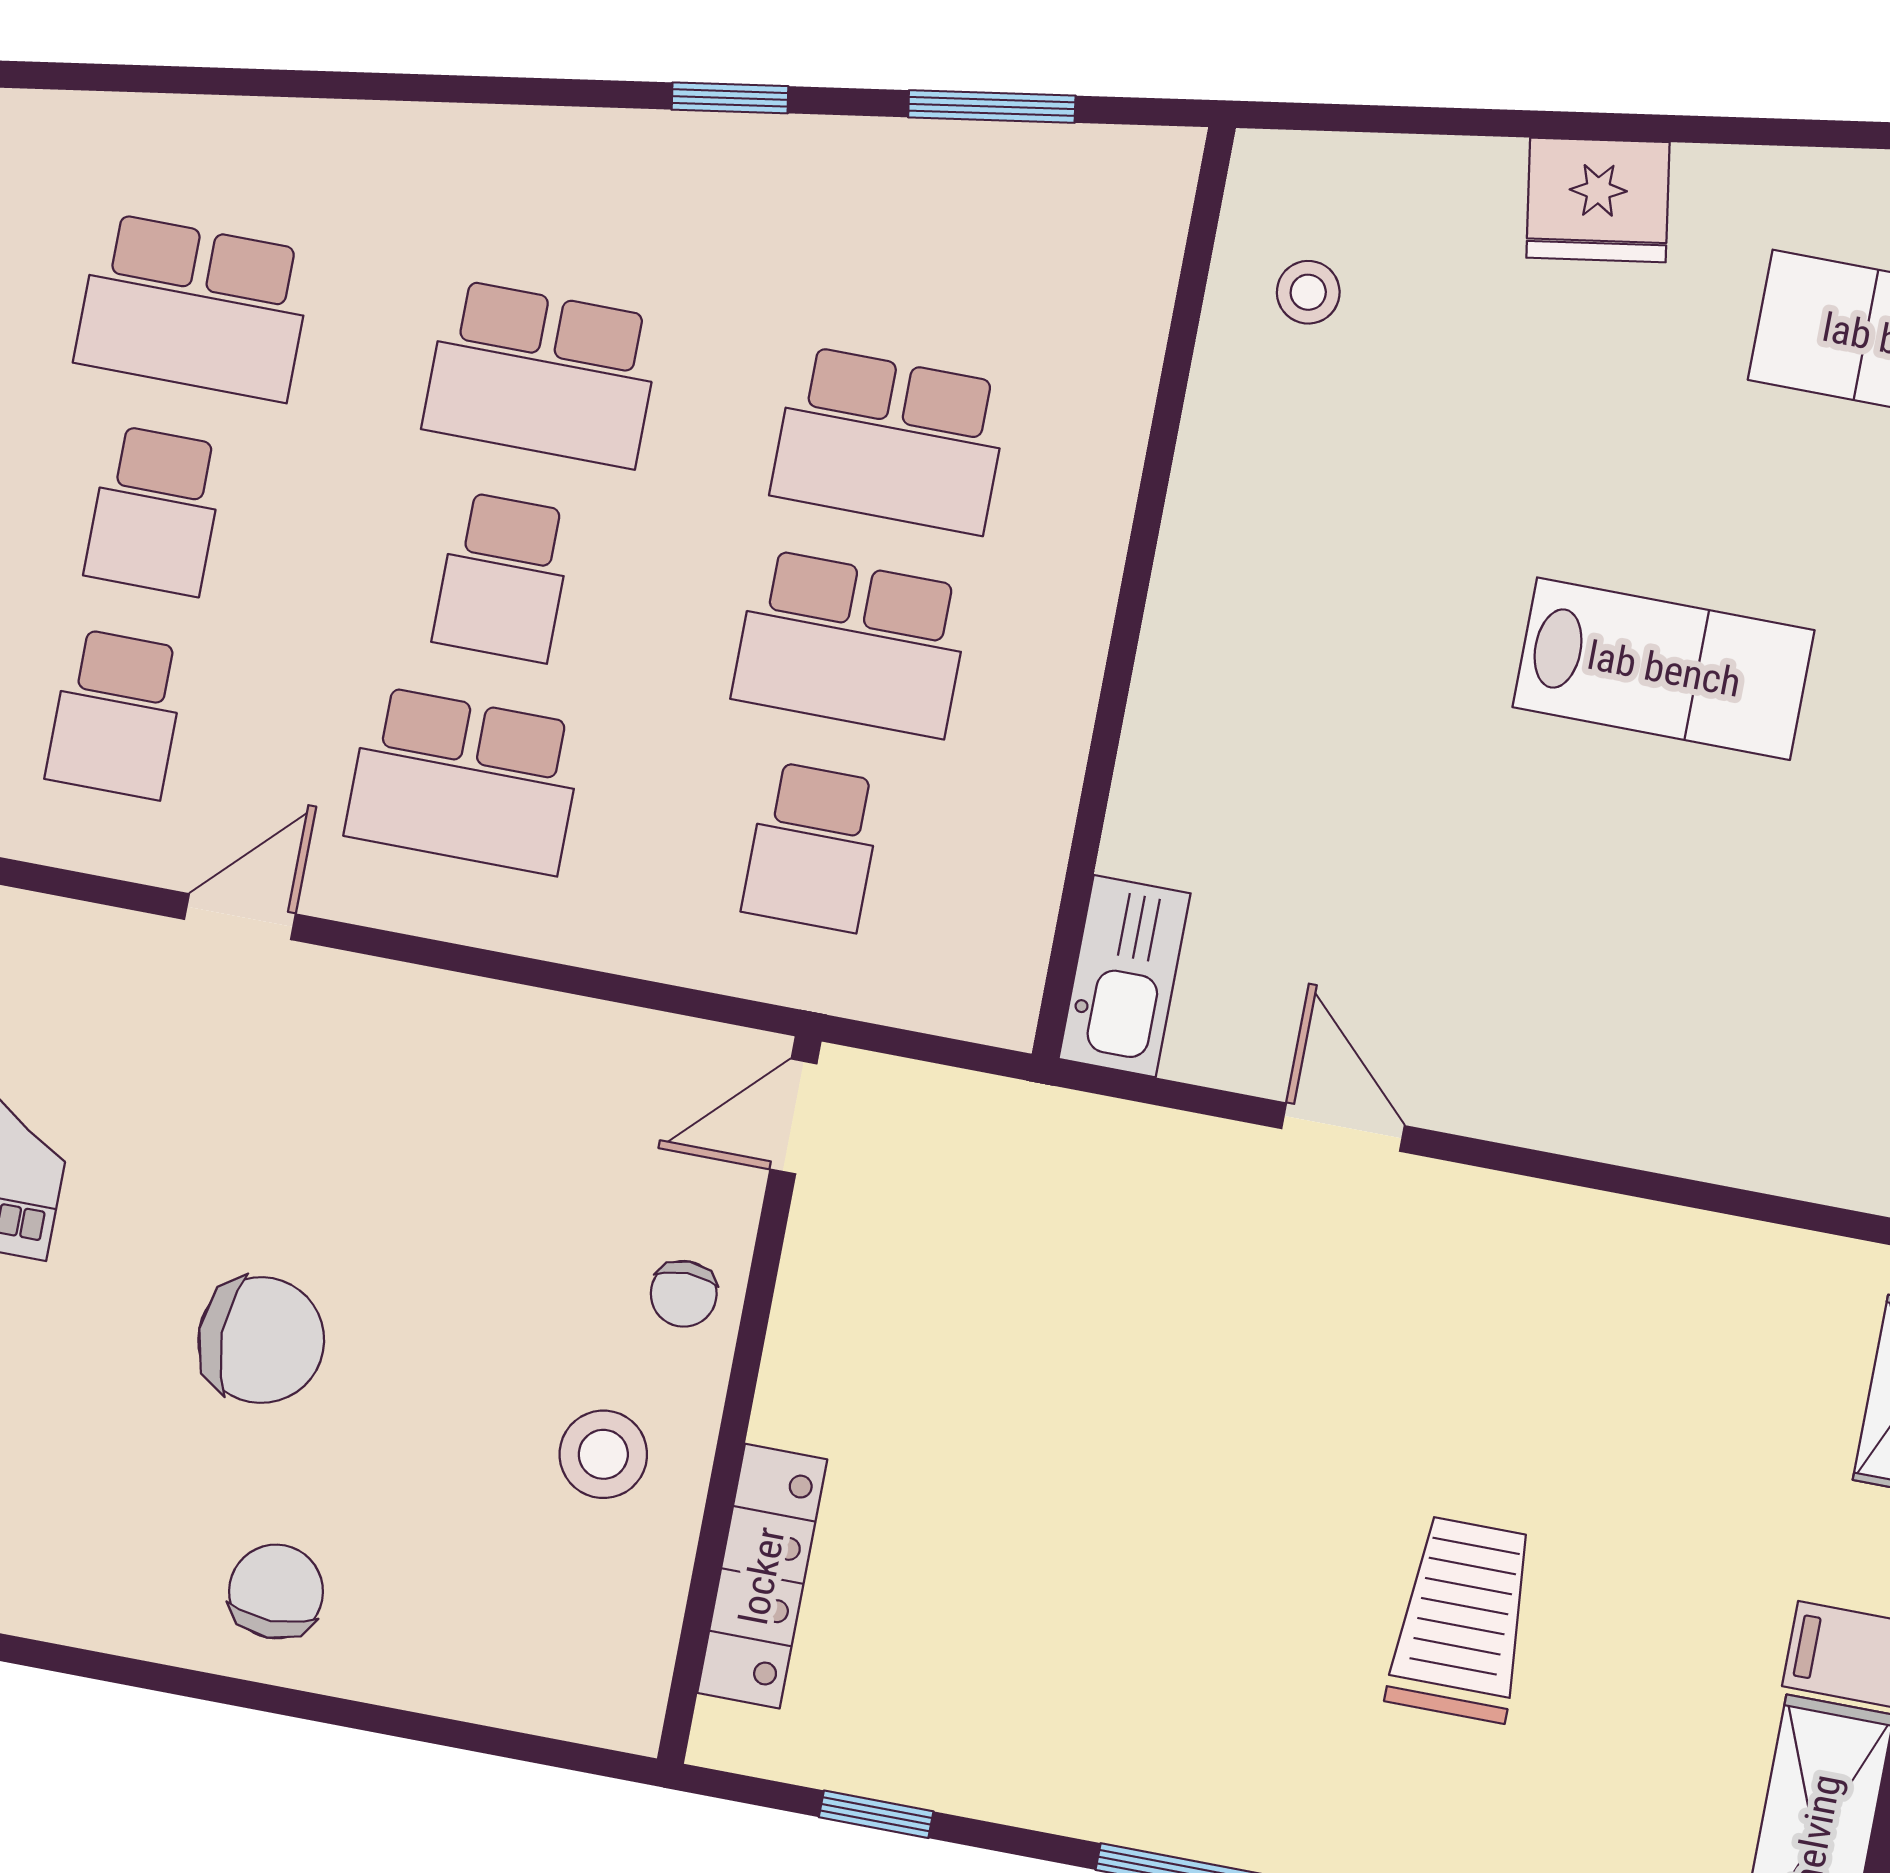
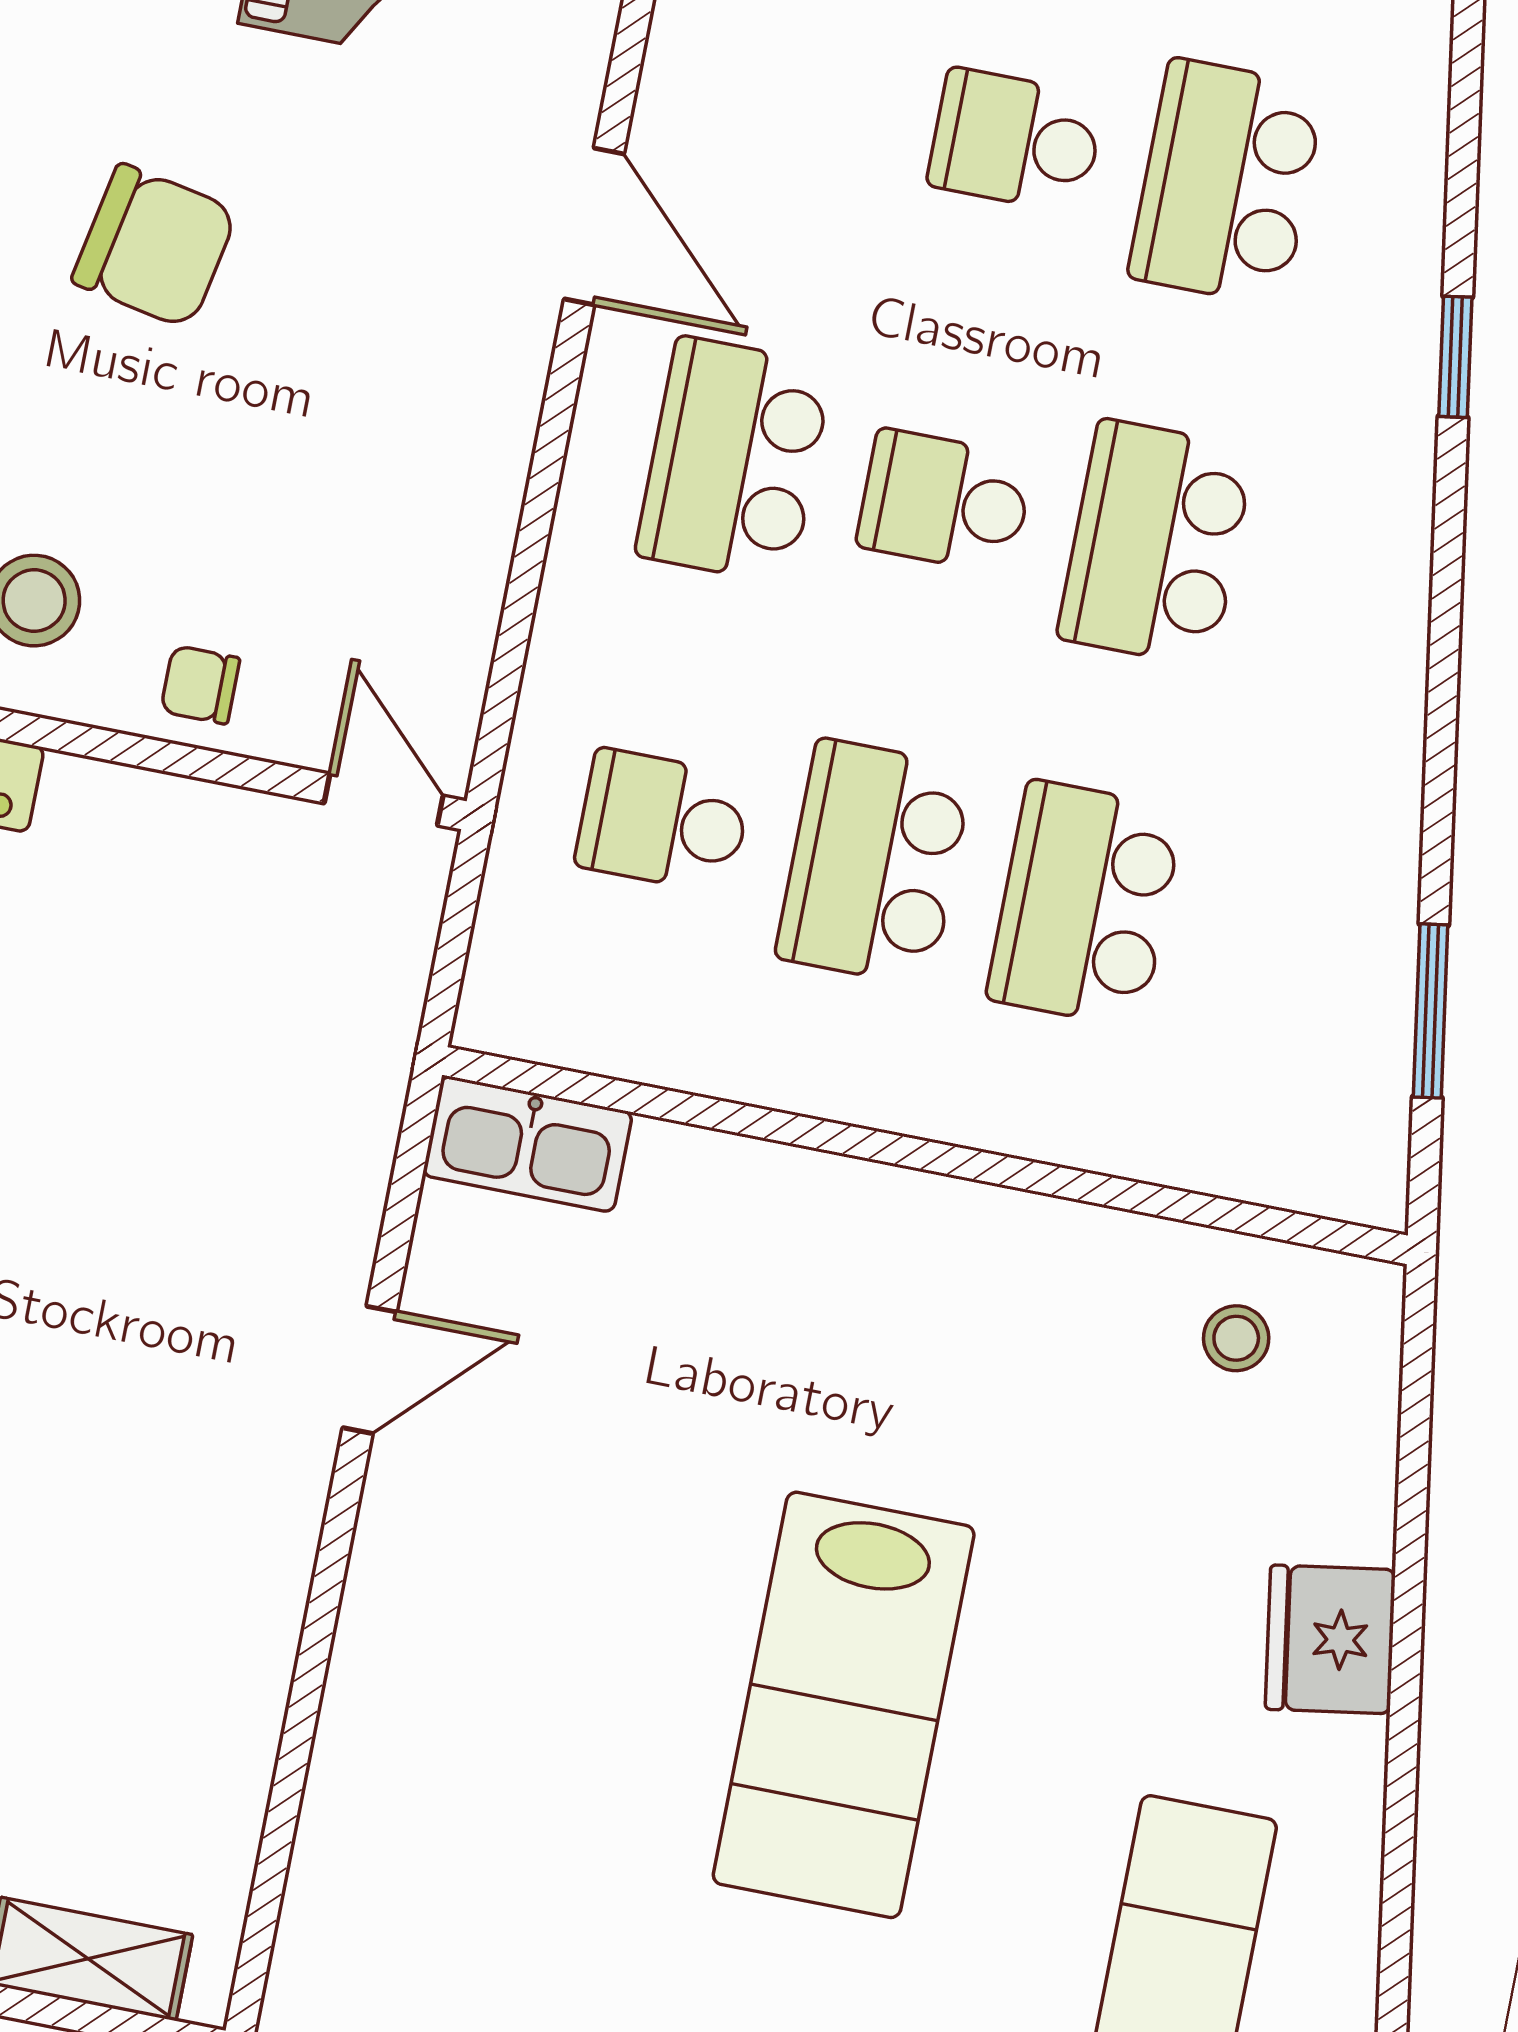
window: (730, 98) -> (1455, 357), moved
lab bench: (1664, 669) -> (844, 1705), width x1.36, depth x1.39
school desk: (117, 714) -> (805, 99), removed
door: (240, 917) -> (594, 226), width x1.37
chair: (261, 1340) -> (155, 246), turned -79

